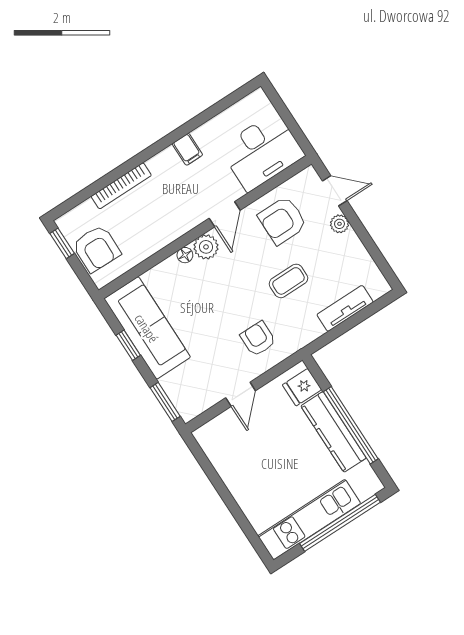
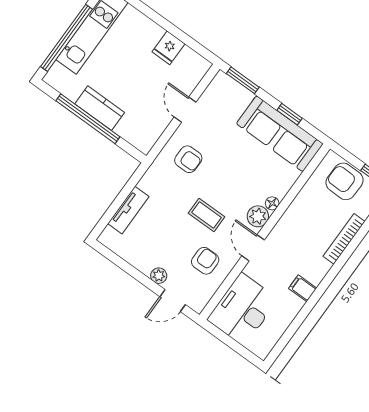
armchair: (282, 220) -> (205, 261), width x0.72, depth x0.72
coffee table: (288, 281) -> (207, 215), moved, turned 90
fridge: (302, 387) -> (168, 48), moved, turned 180
kitchen counter: (333, 432) -> (100, 108), width x0.67

